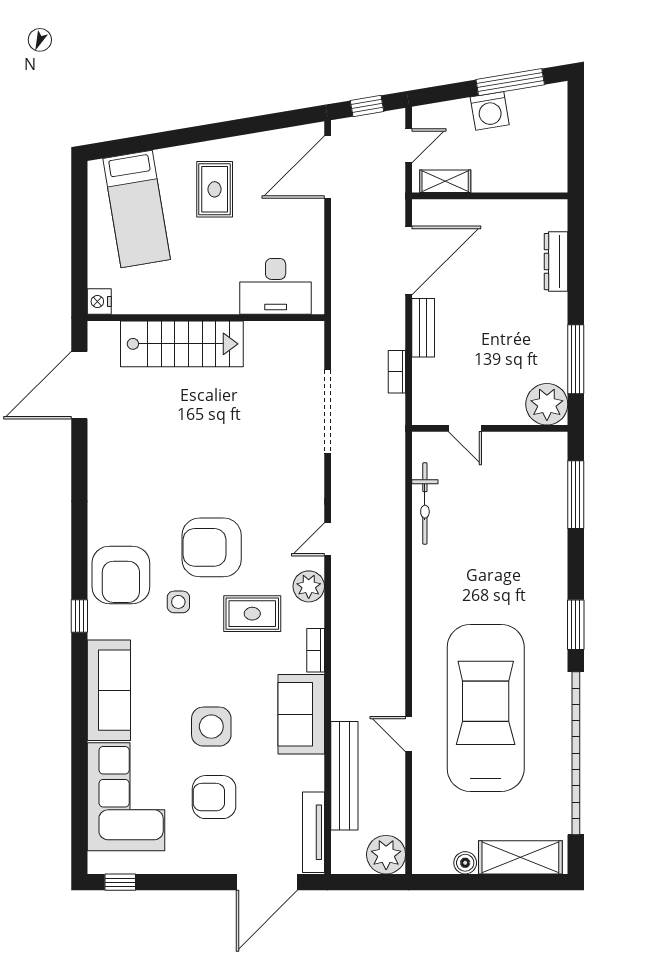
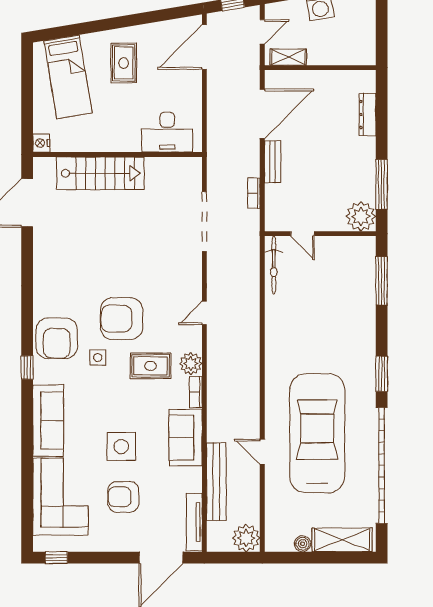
bicycle: (425, 503) -> (274, 265), moved
plant: (309, 586) -> (191, 364), moved

